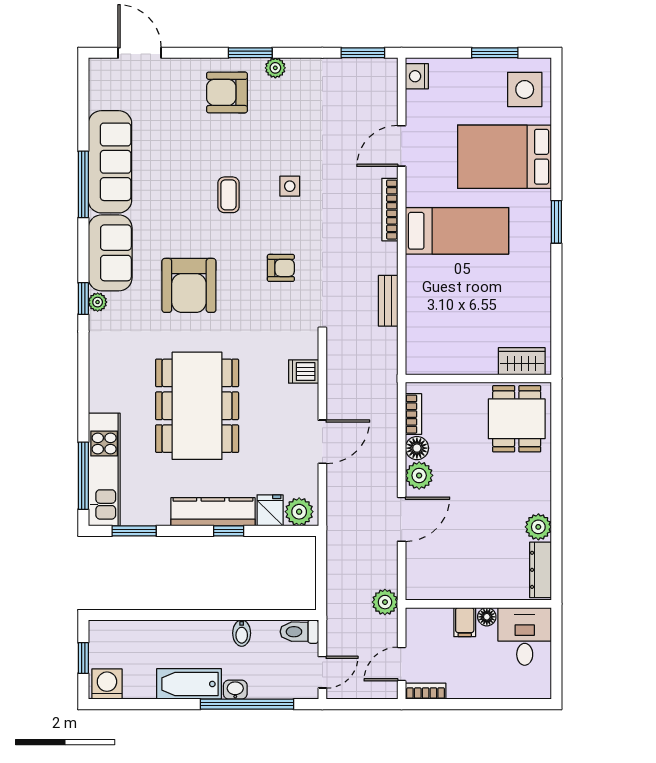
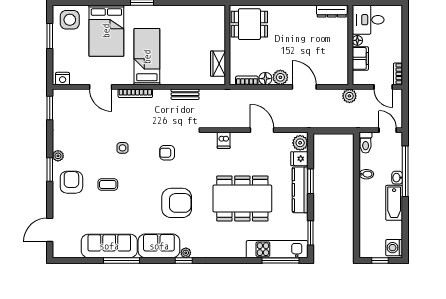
armchair: (227, 92) -> (71, 182), turned 180
coffee table: (229, 195) -> (108, 185), moved
armchair: (281, 268) -> (167, 153), turned -90
wardrobe: (522, 361) -> (218, 64), moved
plant: (538, 527) -> (308, 12), removed
window: (229, 531) -> (311, 181), width x1.50
filing cabinet: (465, 622) -> (360, 58), width x2.00

